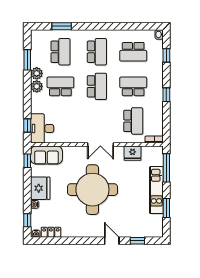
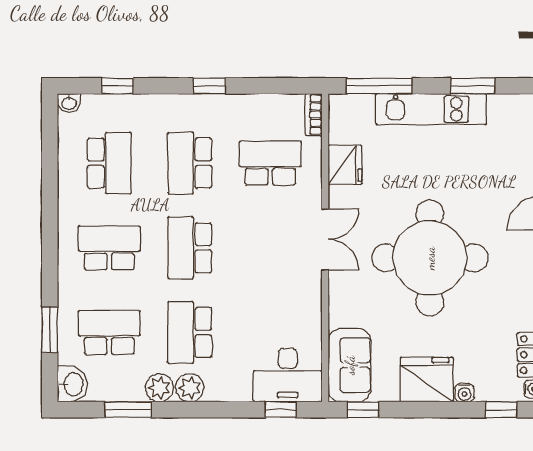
washbasin: (38, 36) -> (73, 384), added
school desk: (97, 86) -> (190, 248), turned -90

